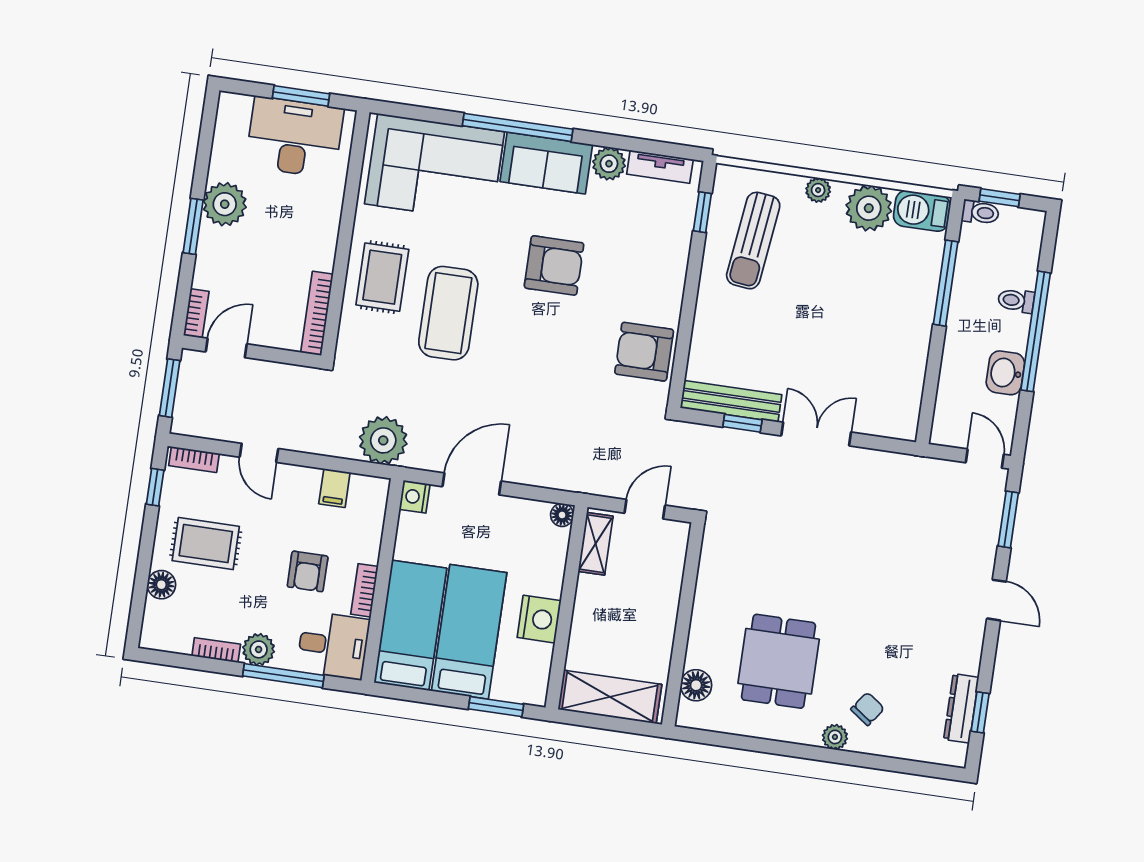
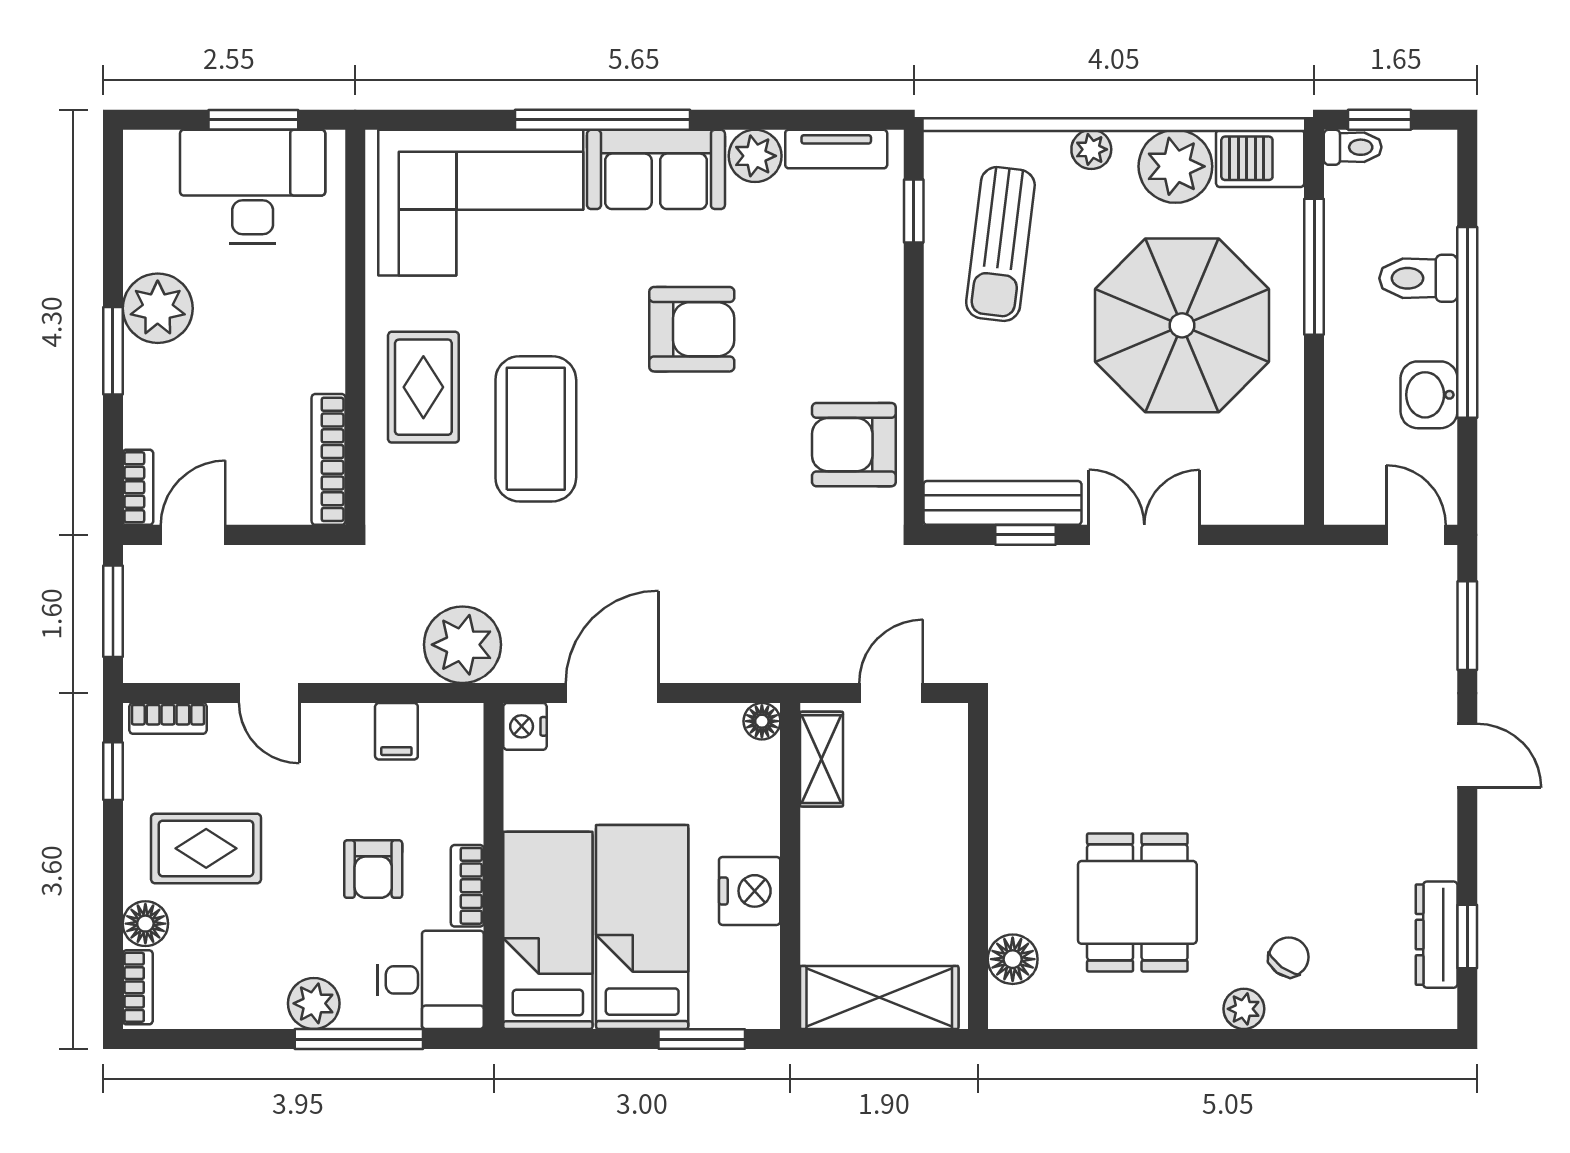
toilet: (1016, 301) -> (1418, 278), width x1.37, depth x1.39
parasol: (858, 307) -> (1182, 325), added
bookcase: (216, 650) -> (138, 987), moved, turned 90

